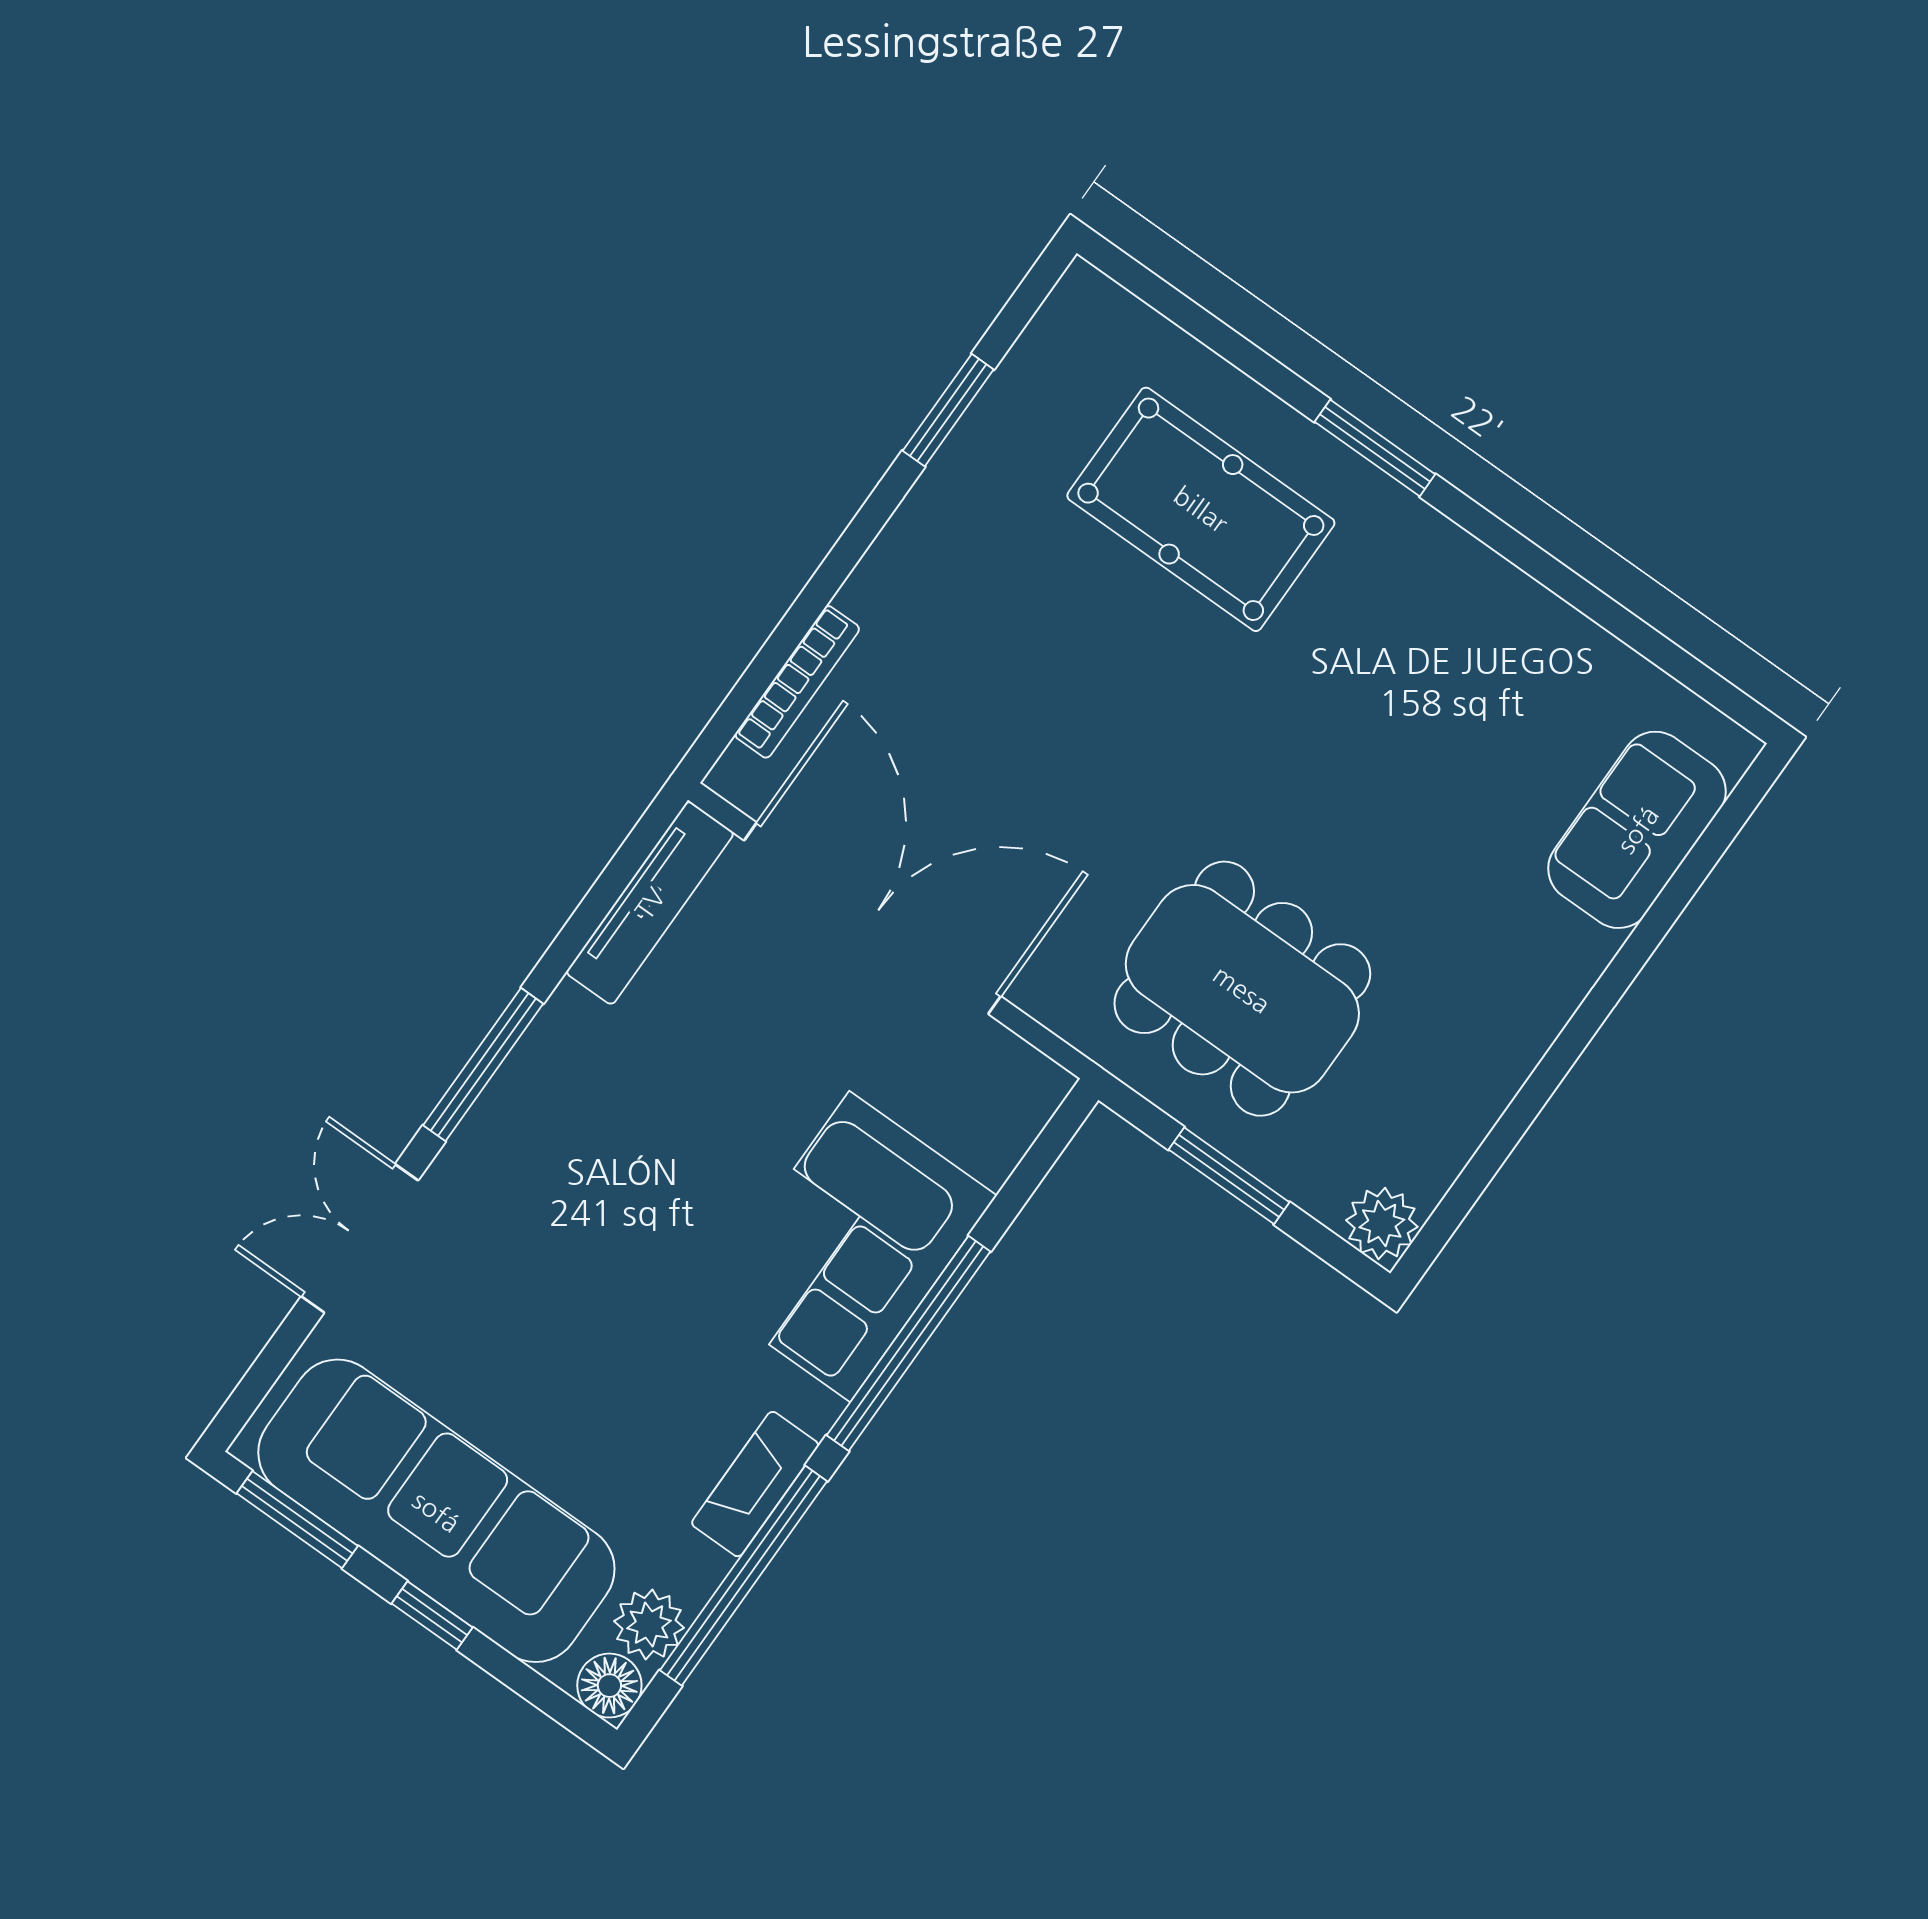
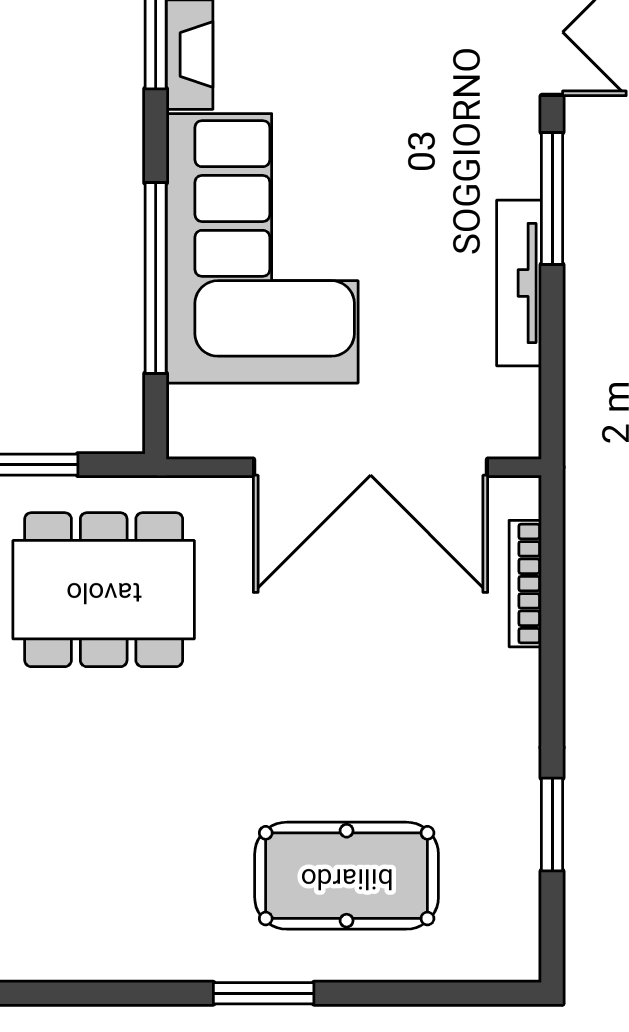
tv unit: (650, 903) -> (519, 283), moved
corner sofa: (850, 1246) -> (262, 248), width x1.36, depth x1.36
window: (909, 1343) -> (156, 278), moved

